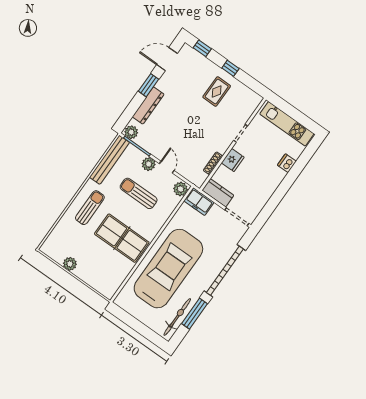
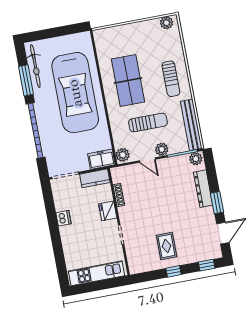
dishwasher: (287, 163) -> (63, 218), moved
table tennis table: (122, 238) -> (128, 80), turned 90
plant: (70, 264) -> (166, 23), moved

